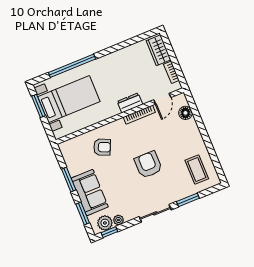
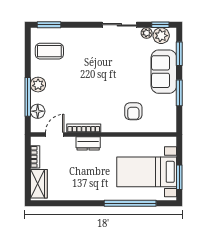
window: (199, 122) -> (28, 97), added
plant: (195, 136) -> (38, 85), added
armchair: (102, 147) -> (133, 111), turned -114
armchair: (148, 165) -> (95, 75), removed
coffee table: (197, 169) -> (49, 51), turned 90
window: (188, 200) -> (49, 25), moved
sliding door: (155, 213) -> (119, 25), moved

